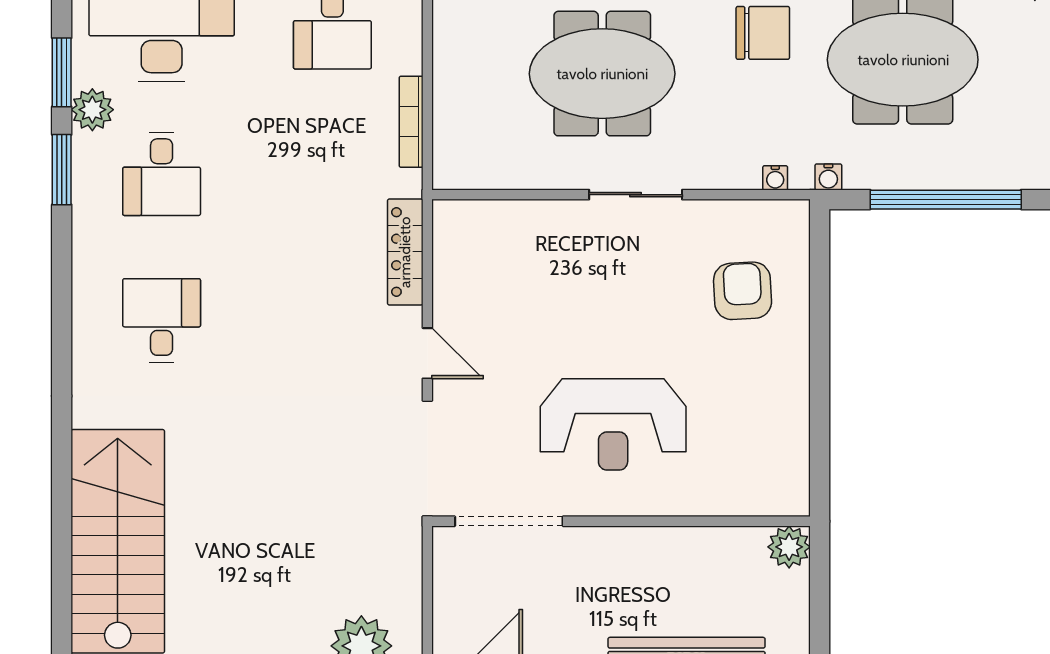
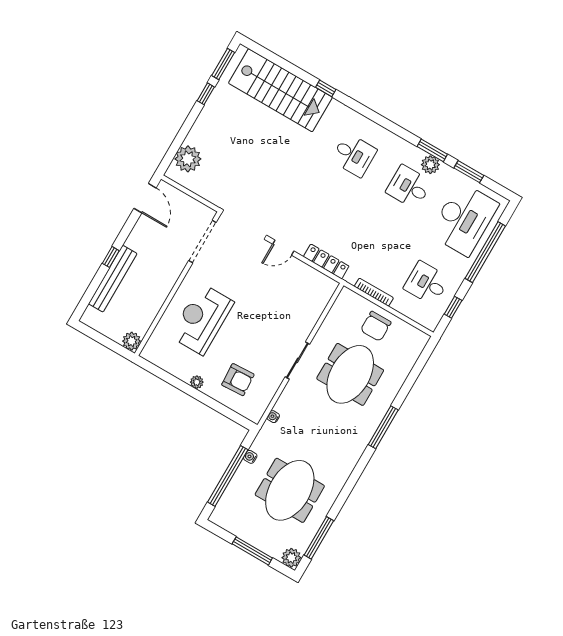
chair: (763, 33) -> (376, 326), moved
plant: (92, 110) -> (430, 165), moved
water cooler: (828, 177) -> (250, 457), moved
plant: (795, 370) -> (197, 382), added
reception desk: (613, 424) -> (202, 319), moved
window: (62, 453) -> (326, 88), added

